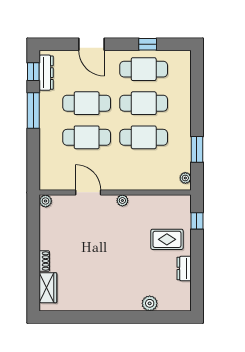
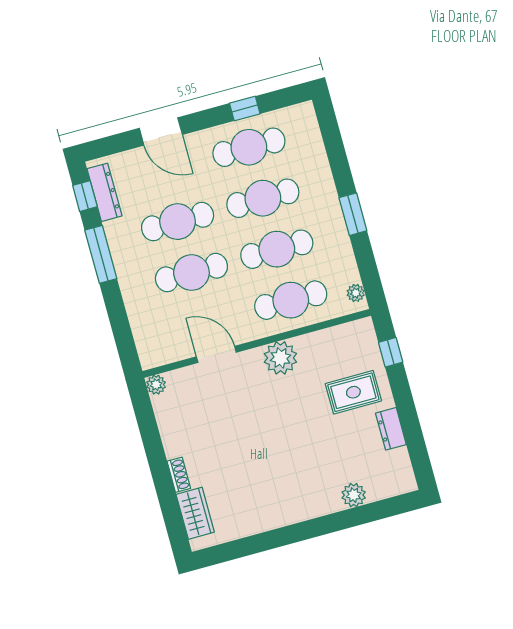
window: (197, 149) -> (353, 214), moved
cafe table: (144, 171) -> (291, 300), added
plant: (122, 201) -> (280, 358), width x1.88, depth x1.88

